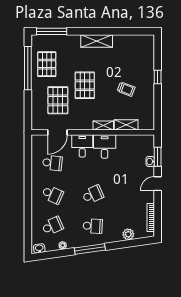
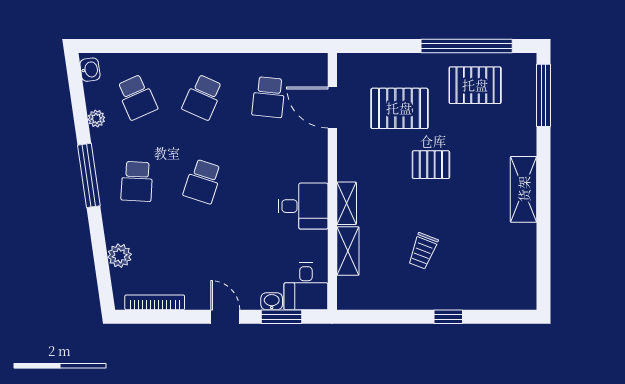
pallet: (85, 85) -> (431, 165), width x0.67, depth x0.71
desk: (82, 146) -> (306, 286), moved, turned 90
school desk: (93, 194) -> (203, 181), turned 42

